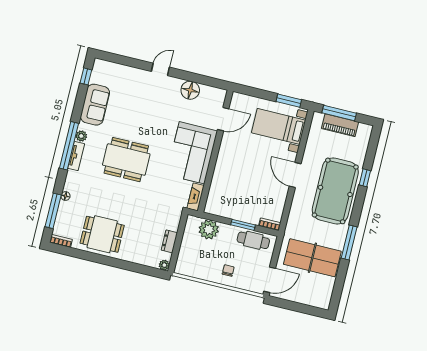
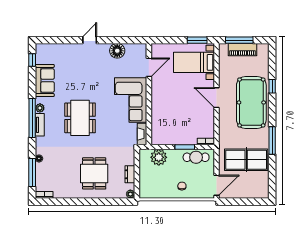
dining table: (126, 160) -> (80, 118), turned 90
dining table: (102, 234) -> (94, 173), moved, turned 90

